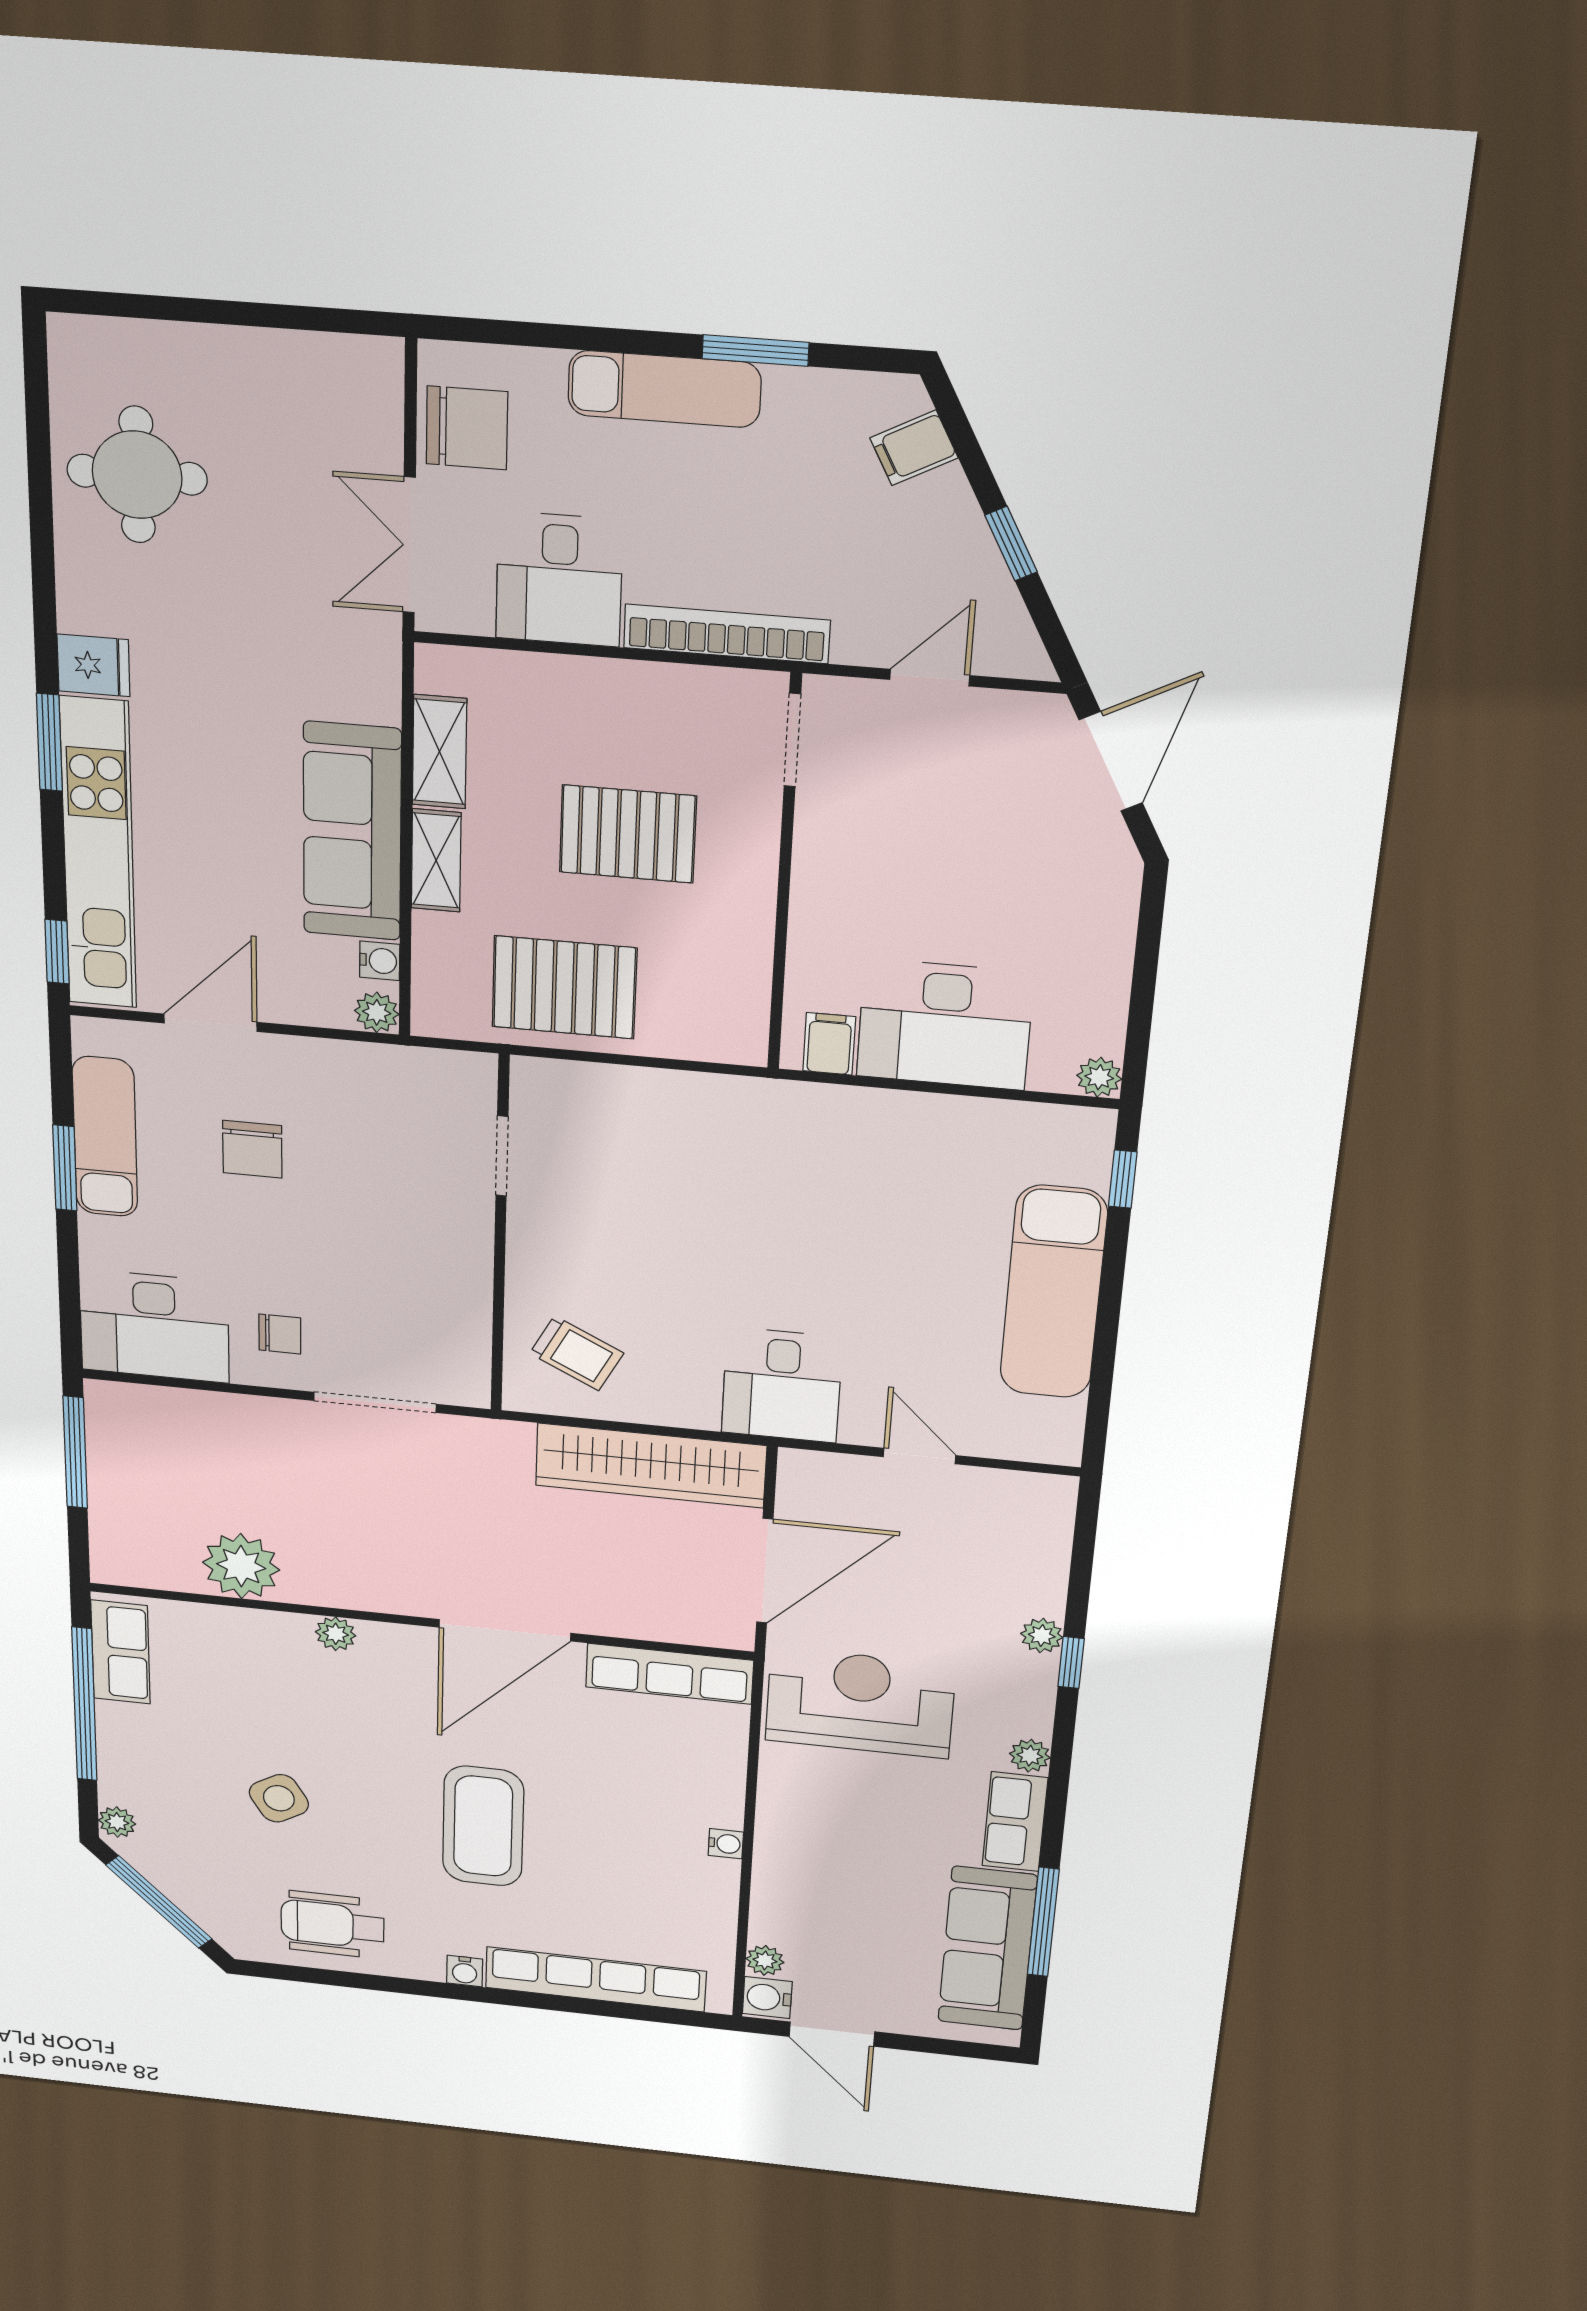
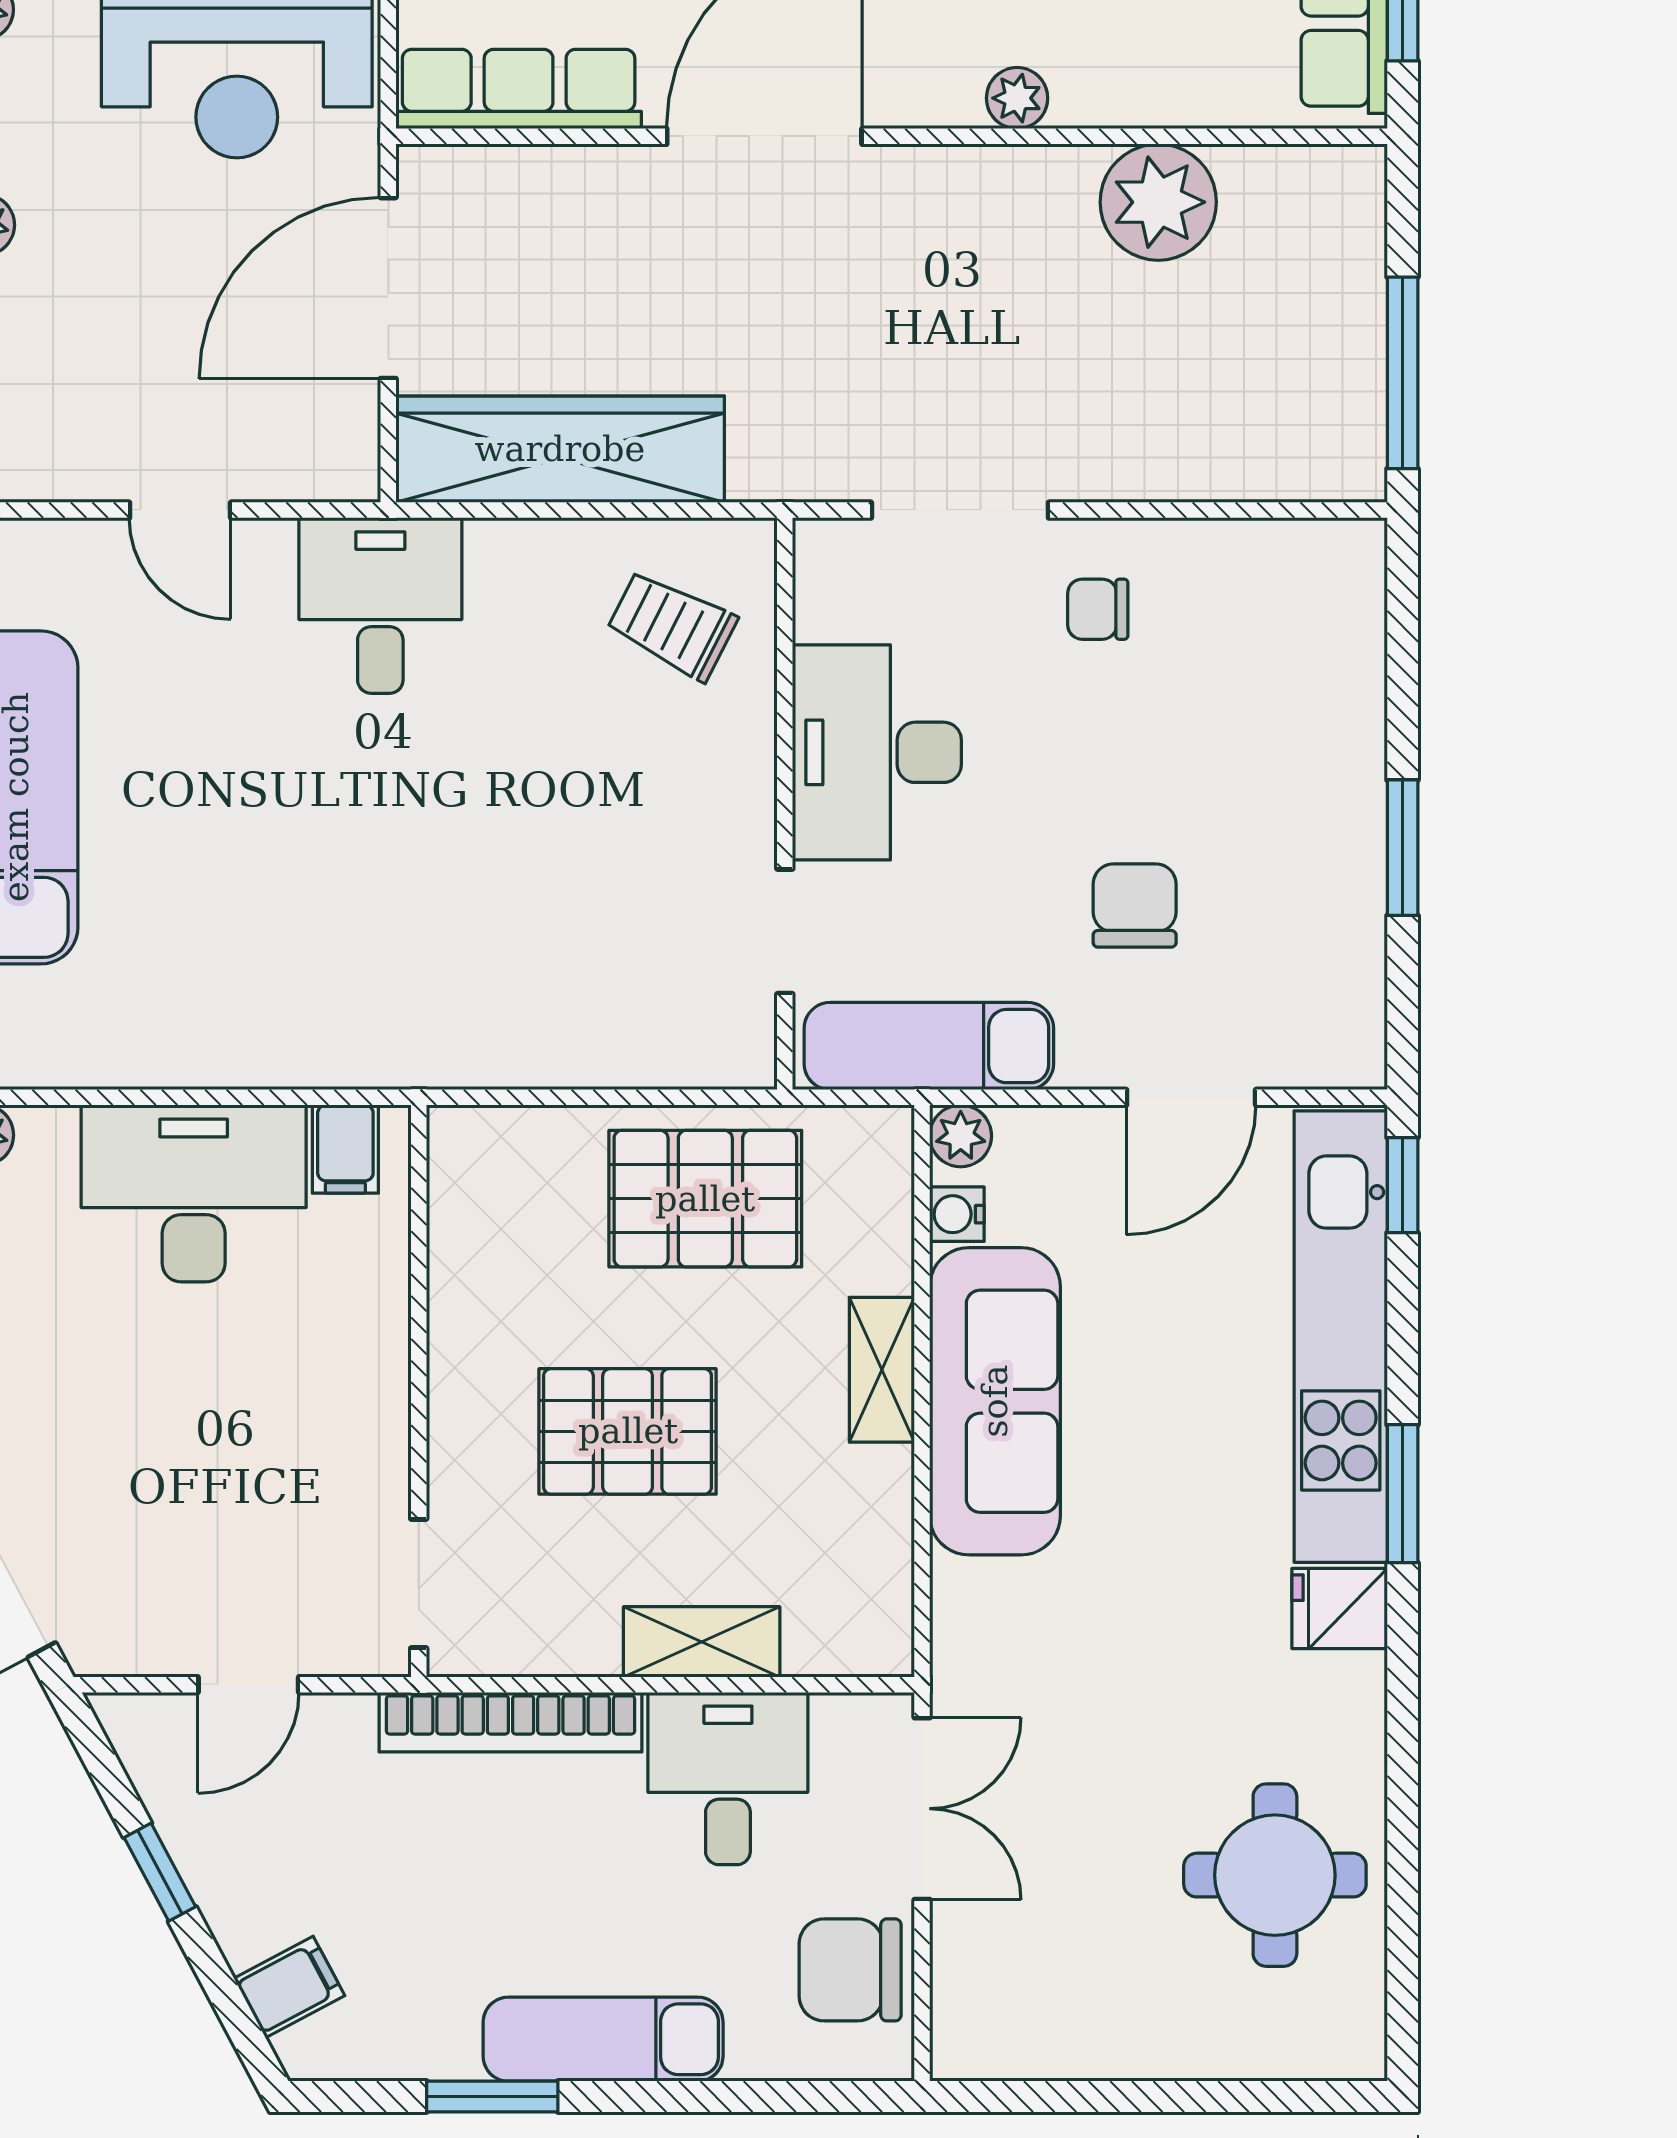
shelving: (439, 752) -> (702, 1642), moved, turned 90
exam couch: (105, 1137) -> (929, 1046), moved, turned 90
desk: (154, 1326) -> (877, 752), moved, turned -90

